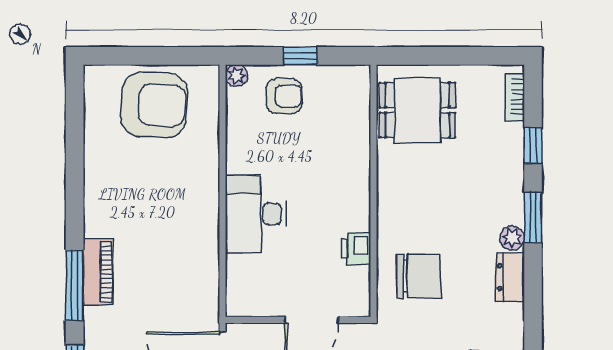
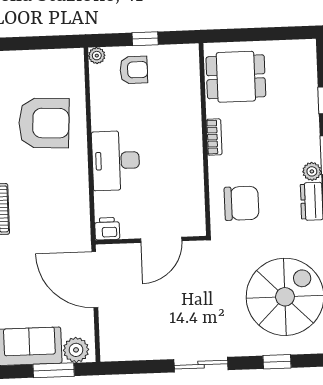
bookcase: (515, 97) -> (214, 137), moved, turned 180
armchair: (154, 105) -> (44, 123), moved
printer: (356, 248) -> (107, 229), moved, turned 90

